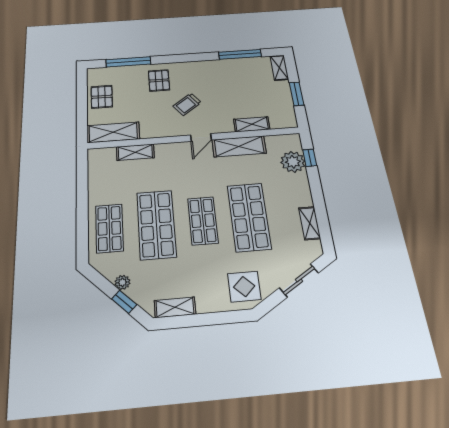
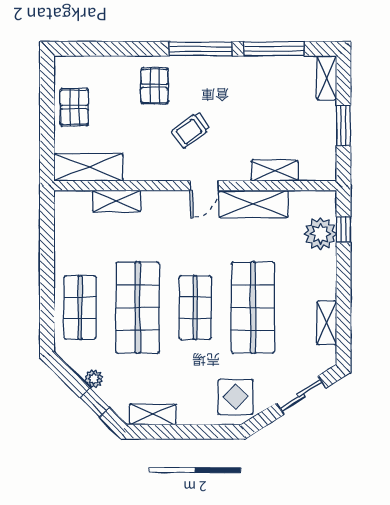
window: (128, 62) -> (201, 49), moved

